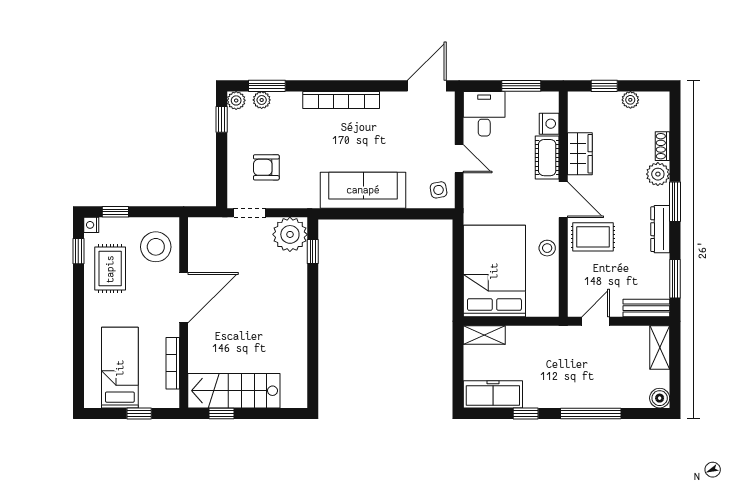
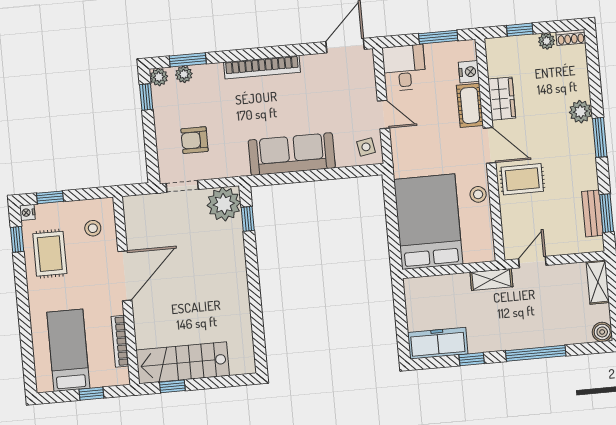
shoe rack: (662, 146) -> (571, 37), moved, turned -90
dresser: (660, 229) -> (588, 166), removed
stool: (156, 247) -> (93, 228), width x0.53, depth x0.53
bench: (646, 308) -> (592, 213), moved, turned 90
shelving: (484, 335) -> (491, 279), moved

